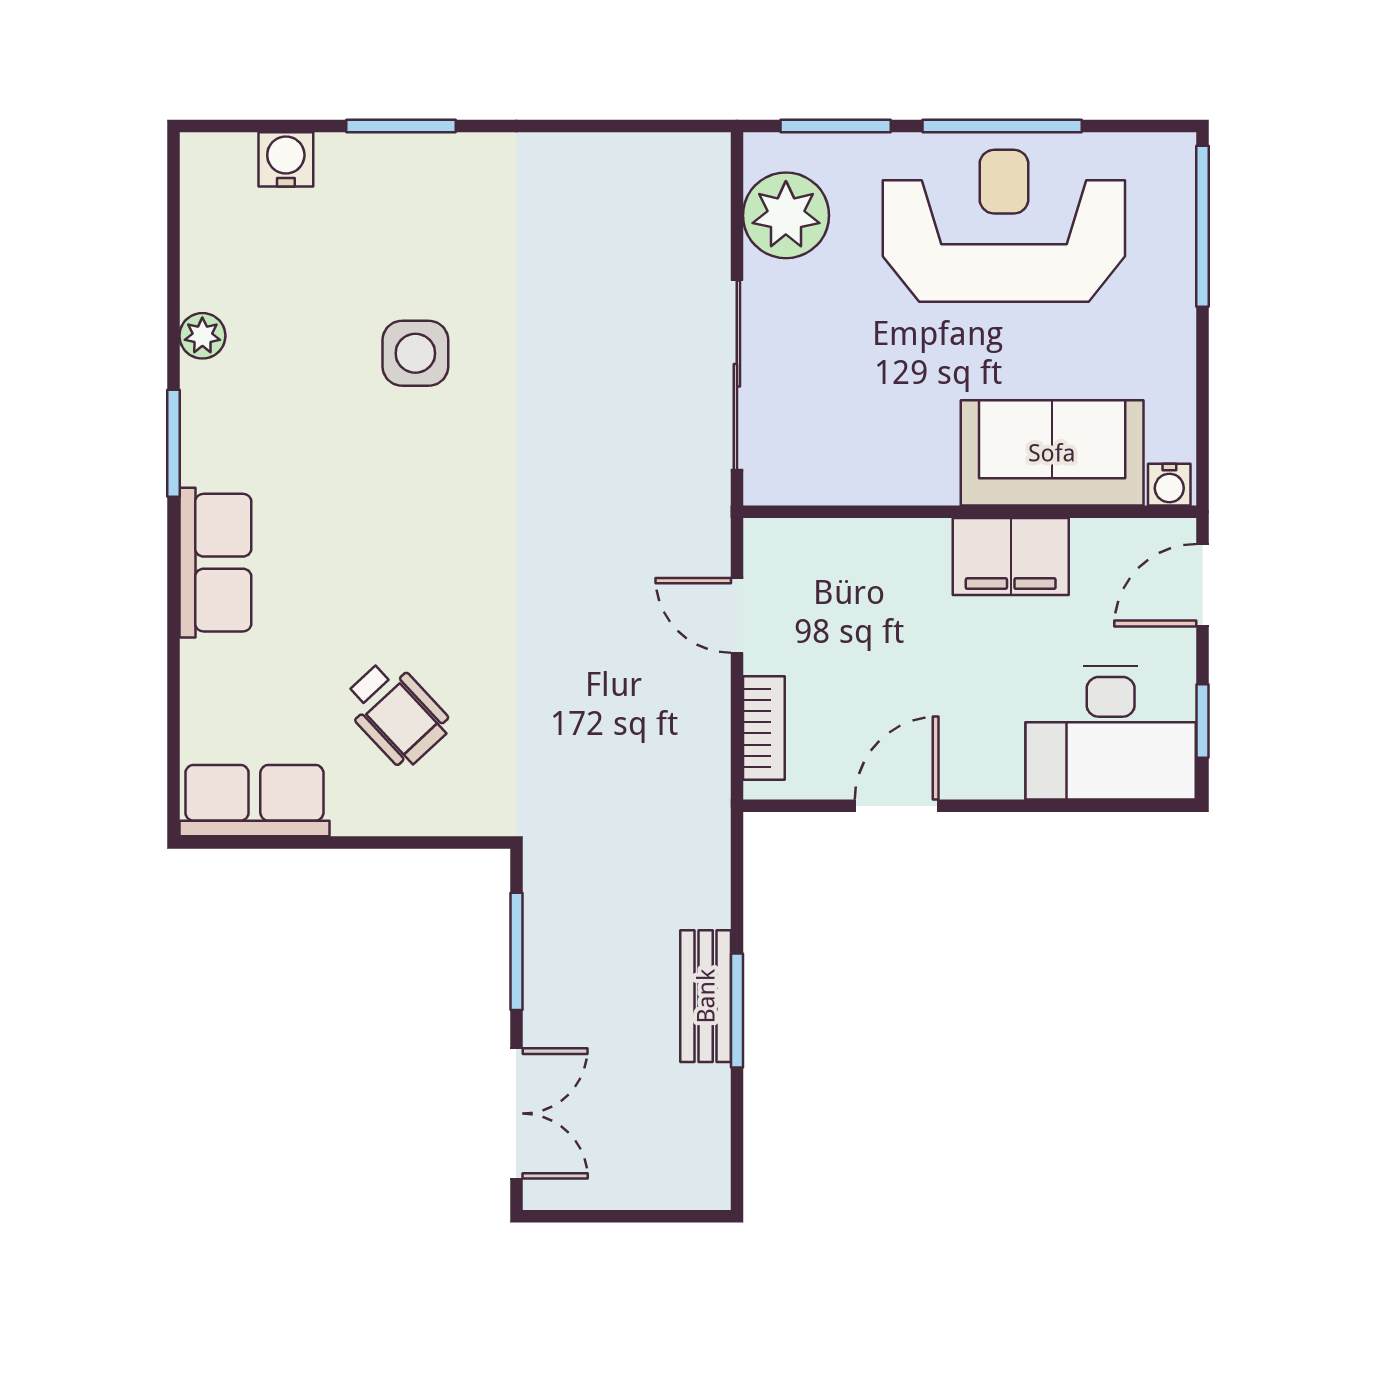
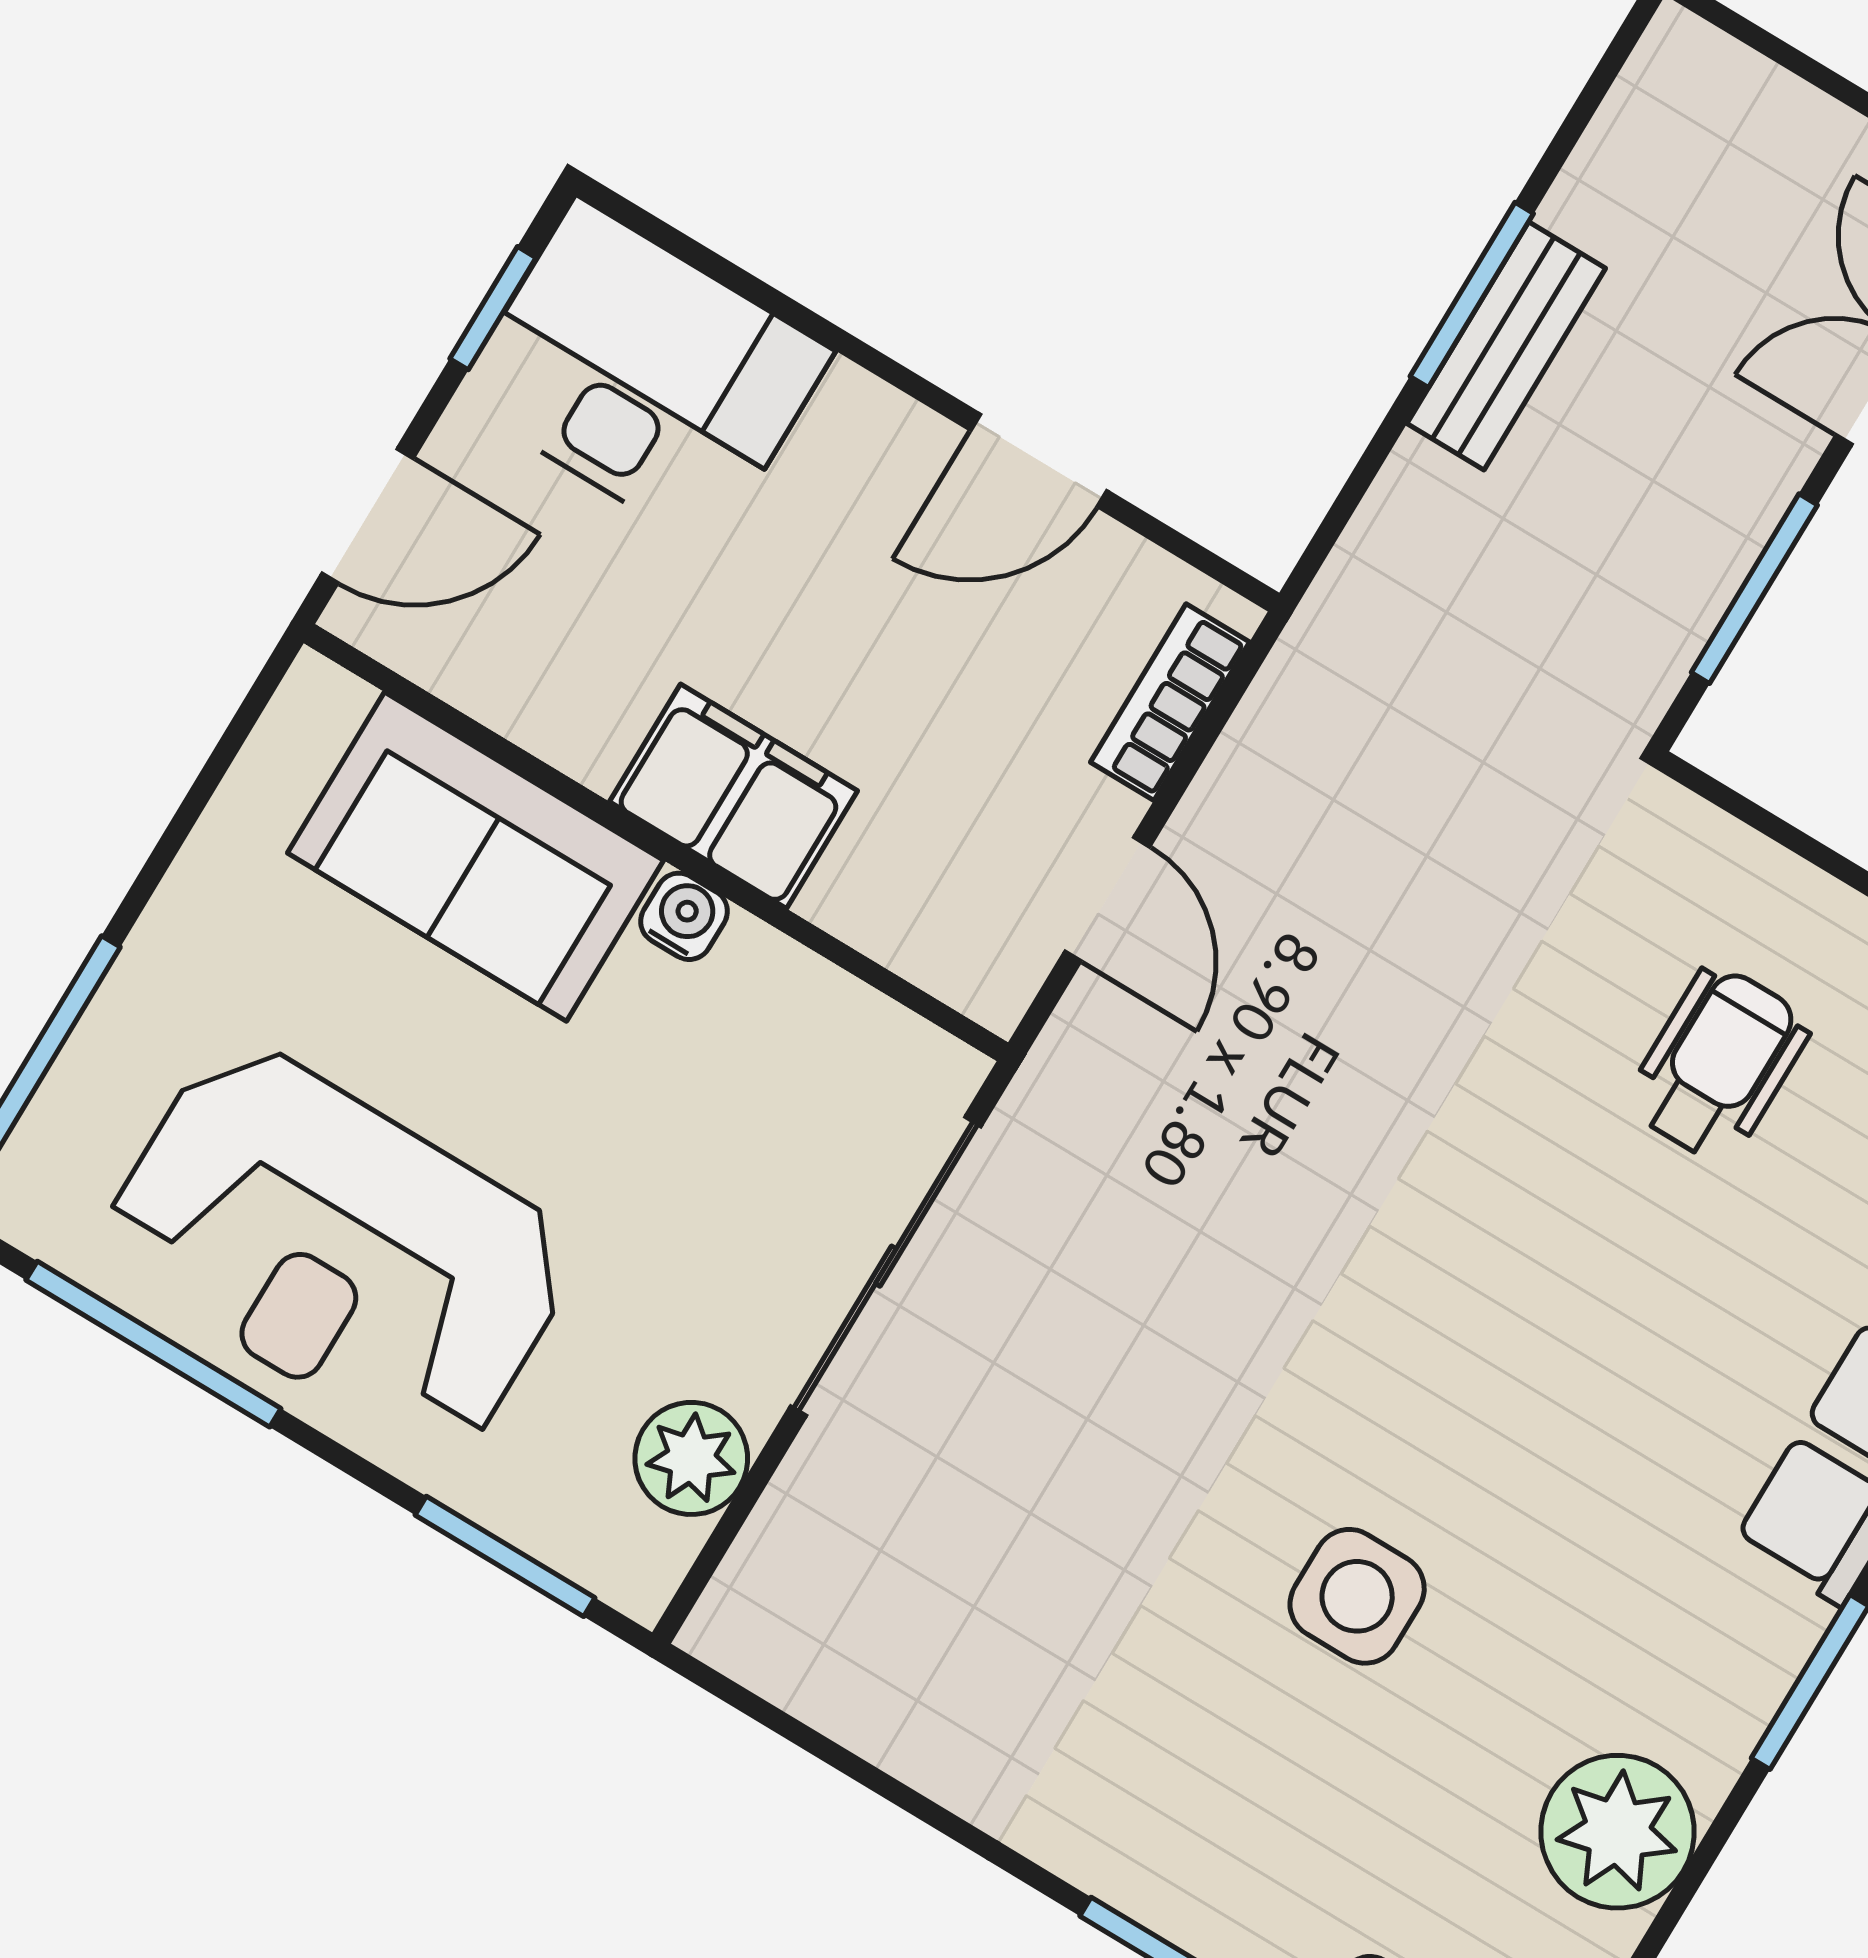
window: (1002, 126) -> (153, 1344), moved
plant: (786, 215) -> (691, 1458), width x0.73, depth x0.73
plant: (202, 336) -> (1618, 1832), width x1.88, depth x1.88
water cooler: (1169, 485) -> (684, 916), moved
filing cabinet: (1011, 557) -> (733, 796), moved
wheelchair: (396, 713) -> (1718, 1064), turned 43

